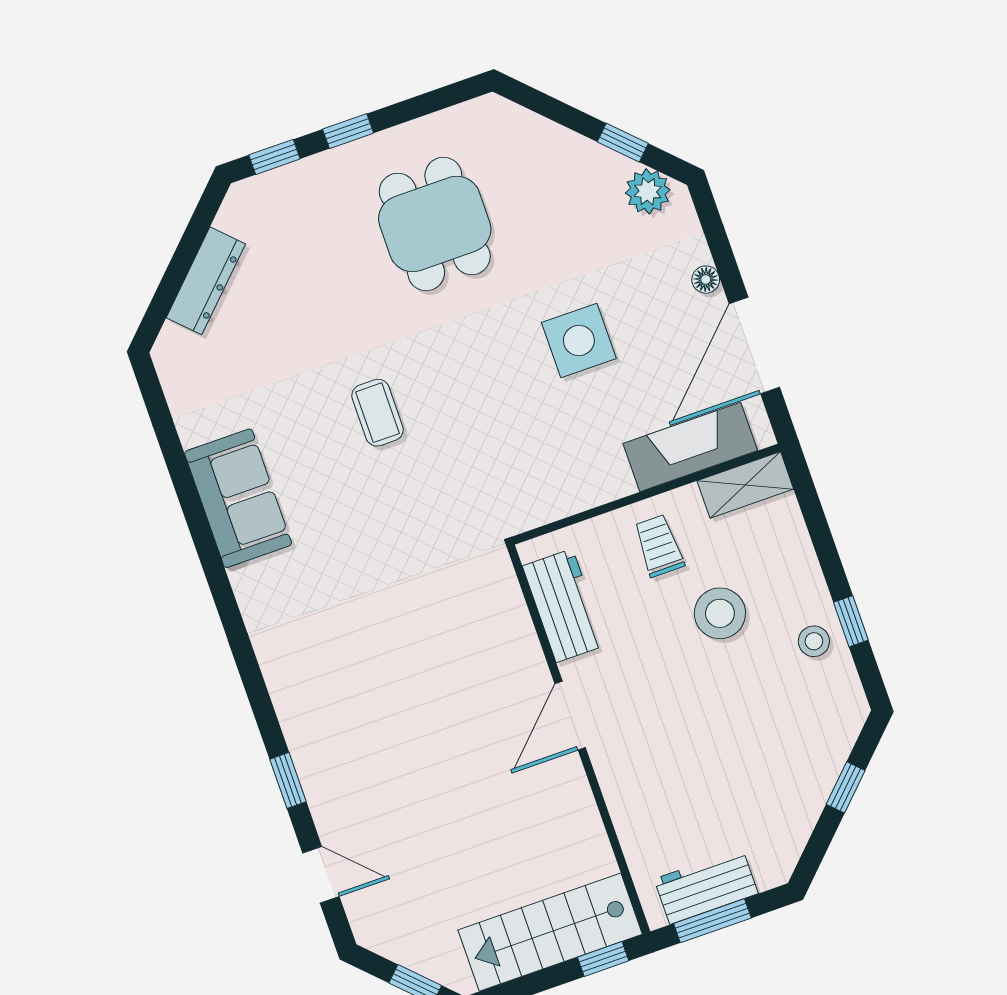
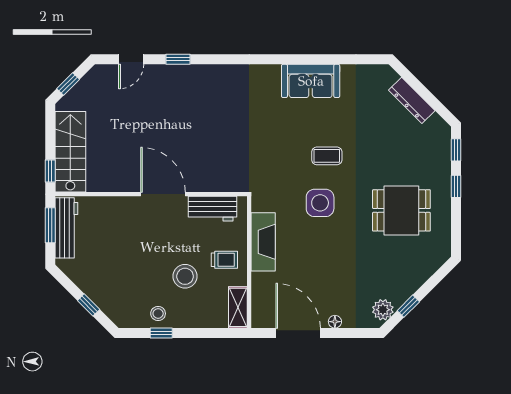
side table: (579, 340) -> (320, 203), moved
fireplace: (690, 447) -> (263, 242), moved
door: (570, 716) -> (163, 194), width x1.36
workbench: (706, 886) -> (66, 228), width x1.38

